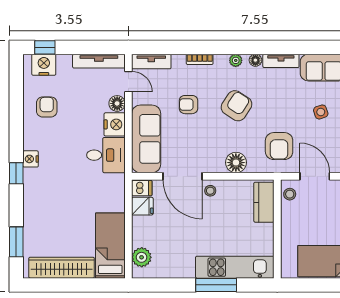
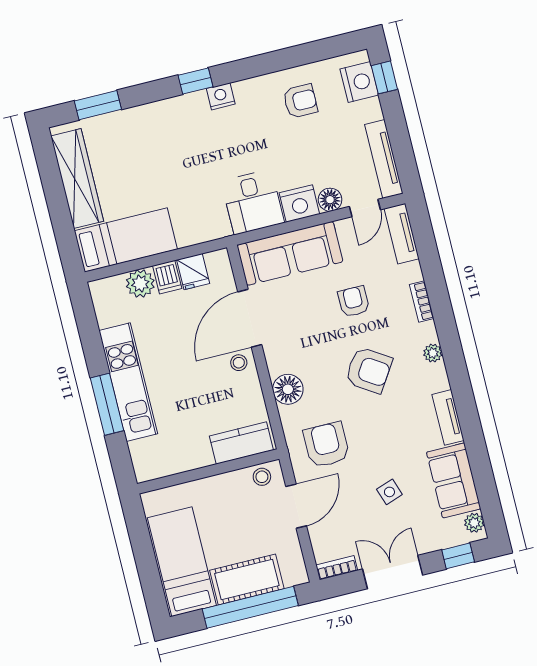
floor lamp: (255, 60) -> (440, 381), removed
armchair: (279, 146) -> (326, 445), turned 90
dishwasher: (142, 188) -> (167, 277), moved
plant: (142, 257) -> (140, 283), moved
kitchen unit: (235, 267) -> (128, 382), moved

